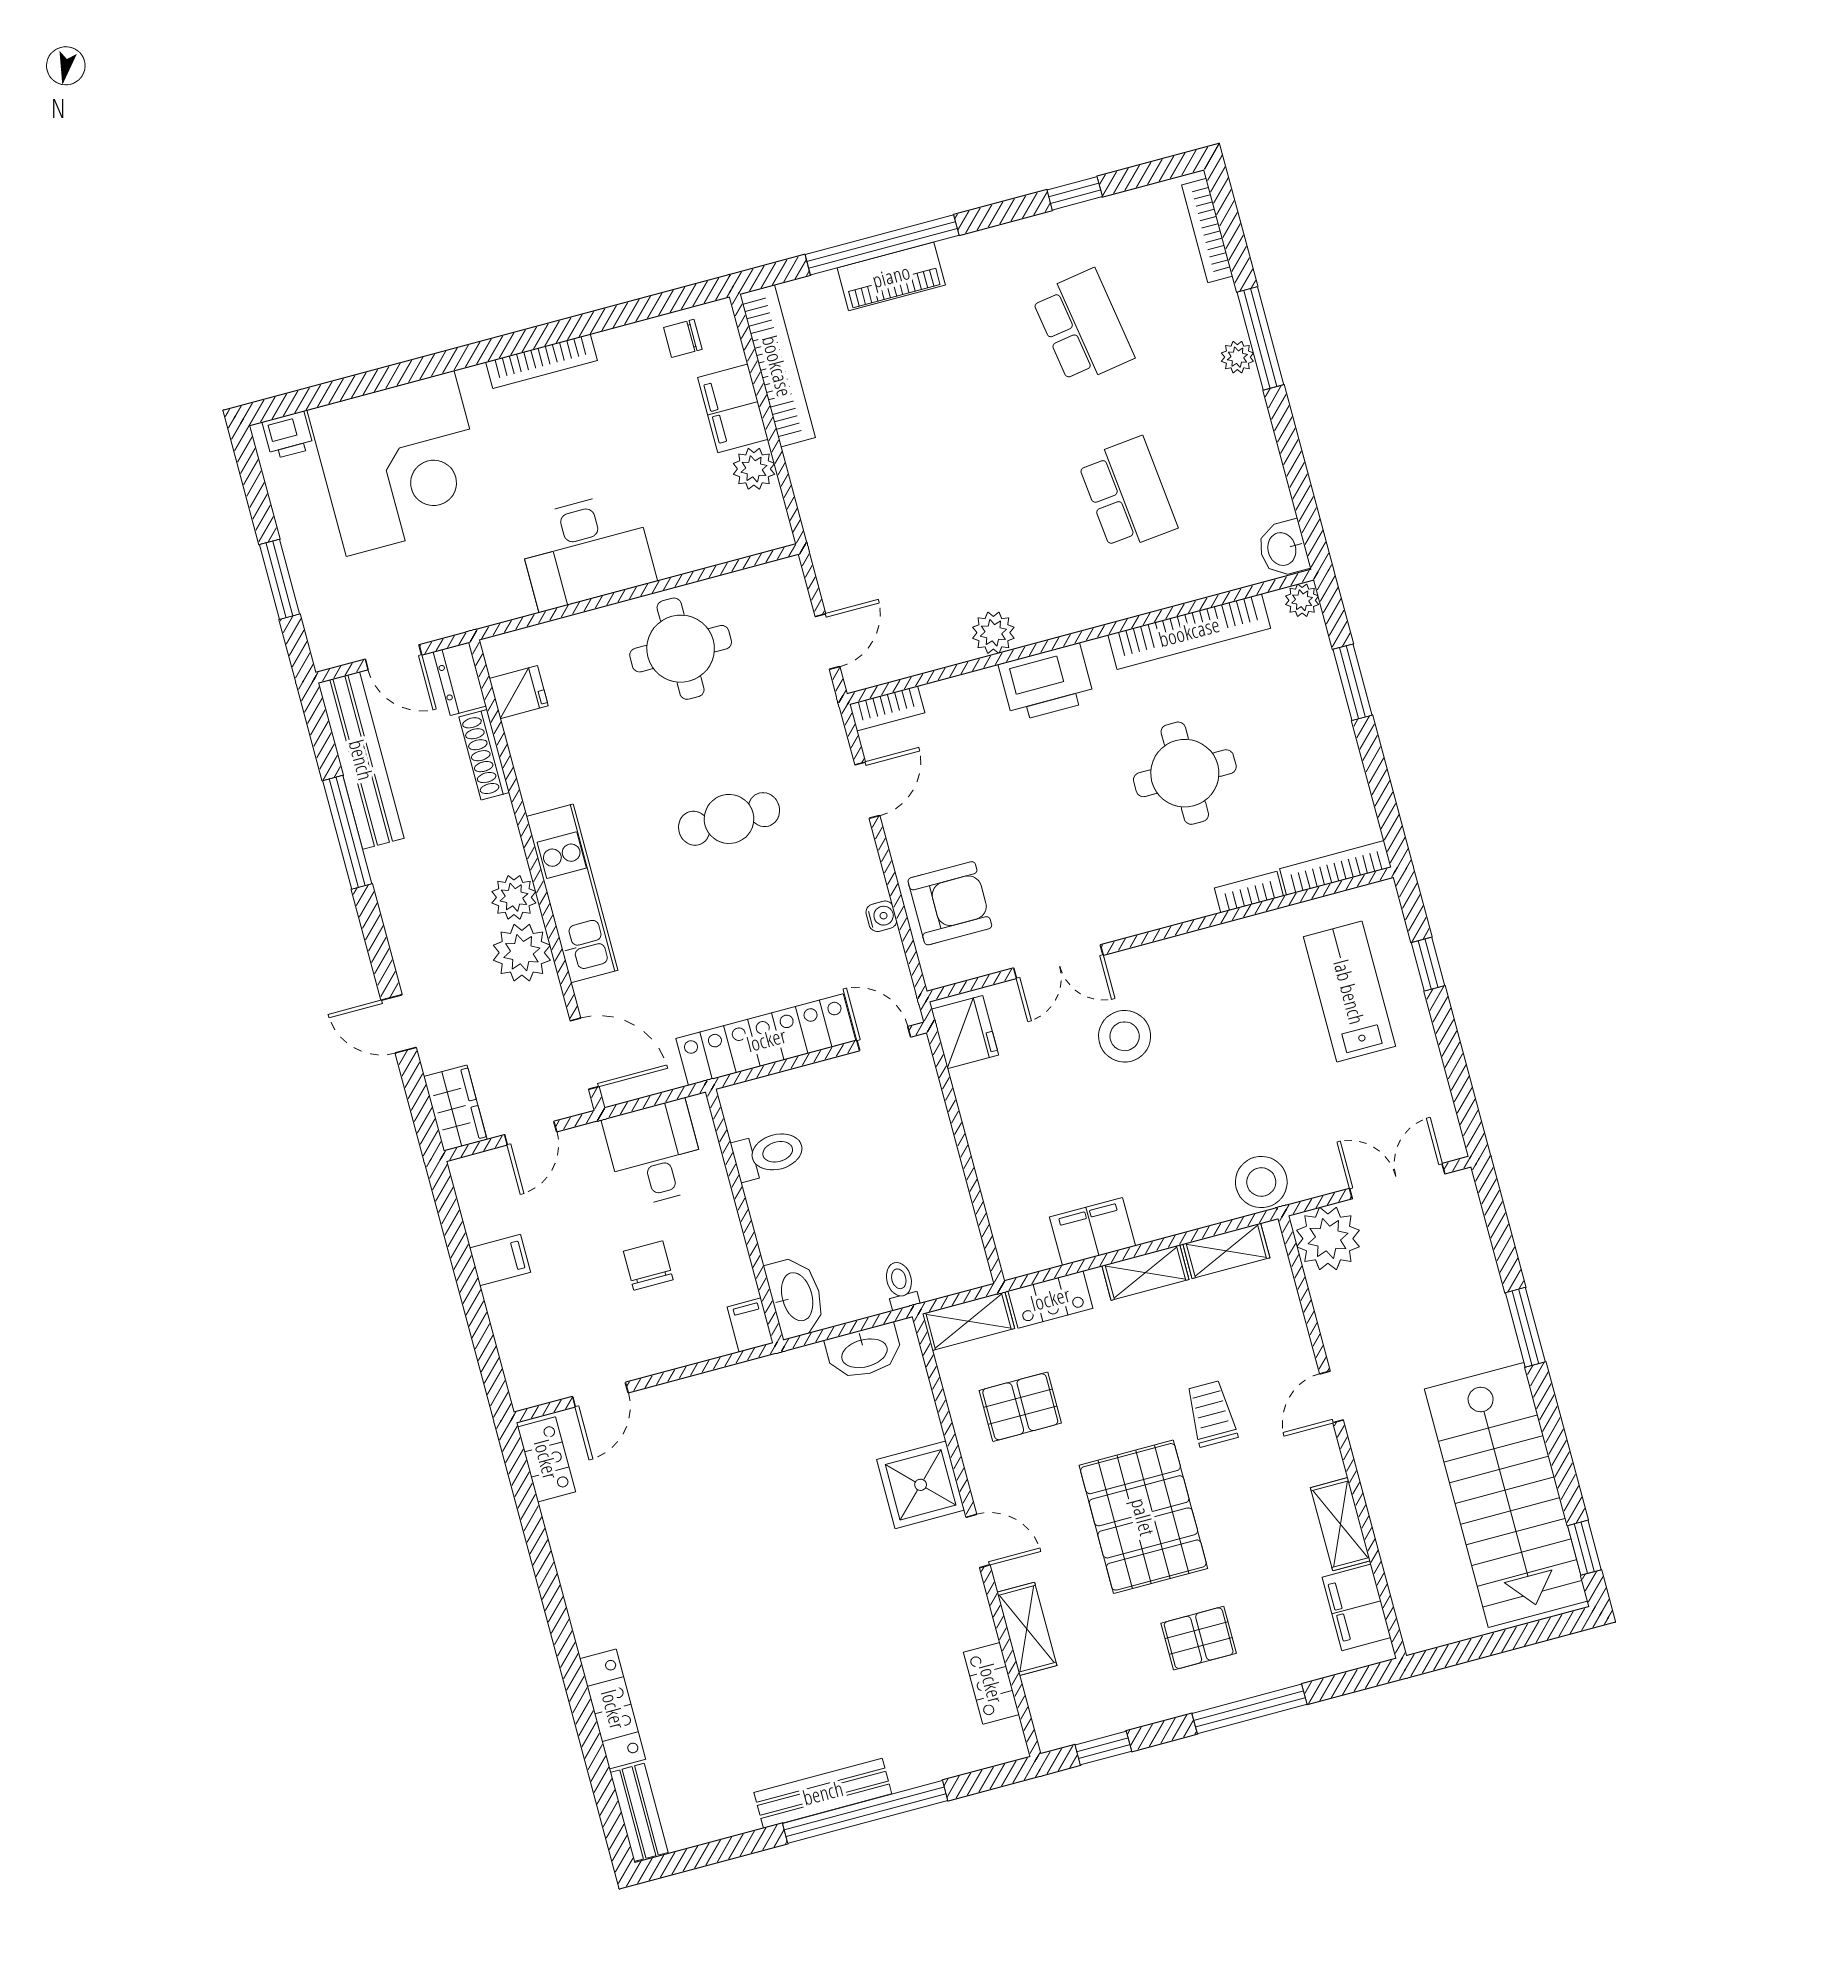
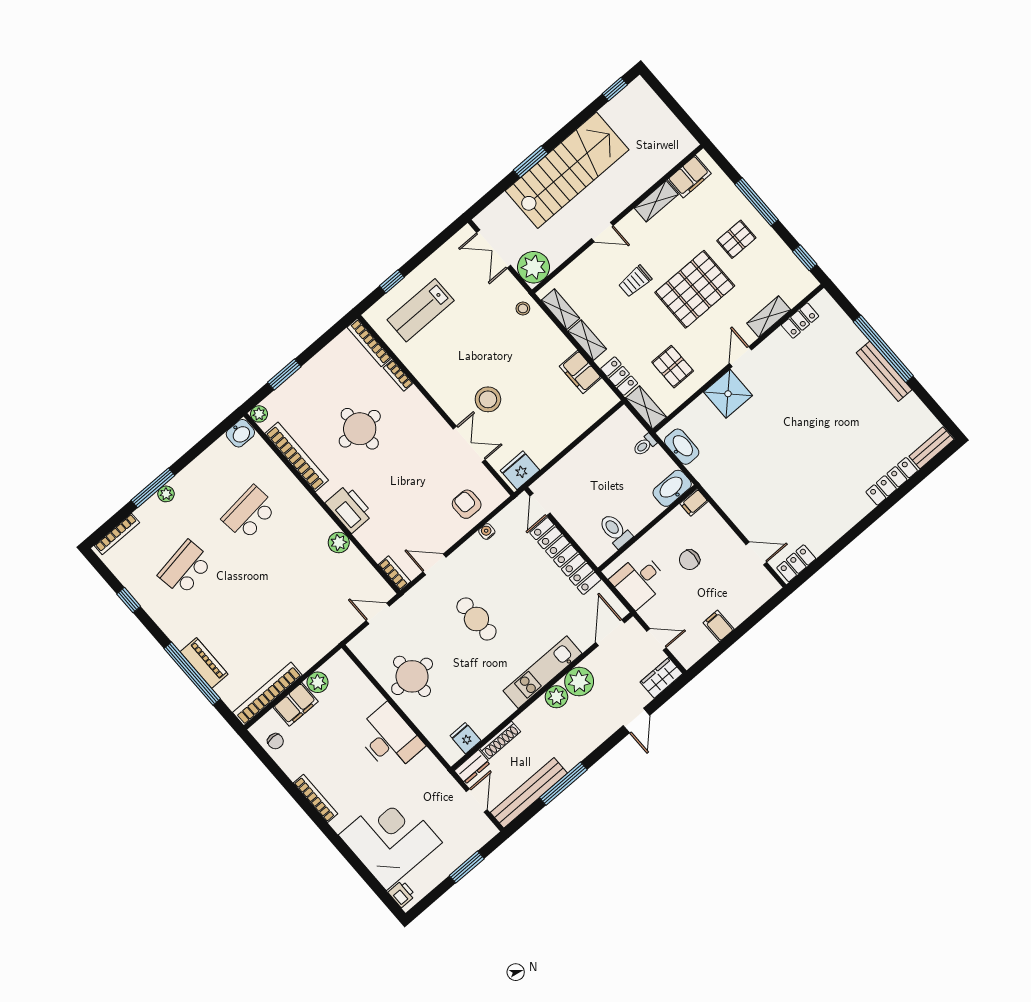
armchair: (950, 903) -> (467, 504), width x0.72, depth x0.72
stool: (1261, 1182) -> (523, 308), width x0.53, depth x0.53
stairs: (1506, 1495) -> (567, 170), moved
pallet: (1199, 1638) -> (736, 239), turned 90

